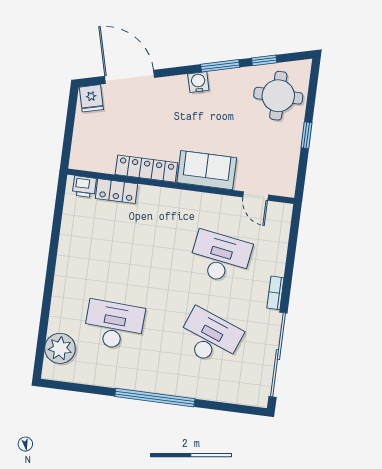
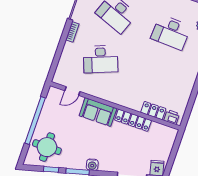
window: (307, 135) -> (35, 120), width x3.17
door: (256, 196) -> (72, 91), swing flipped
desk: (220, 257) -> (101, 59), turned -30

